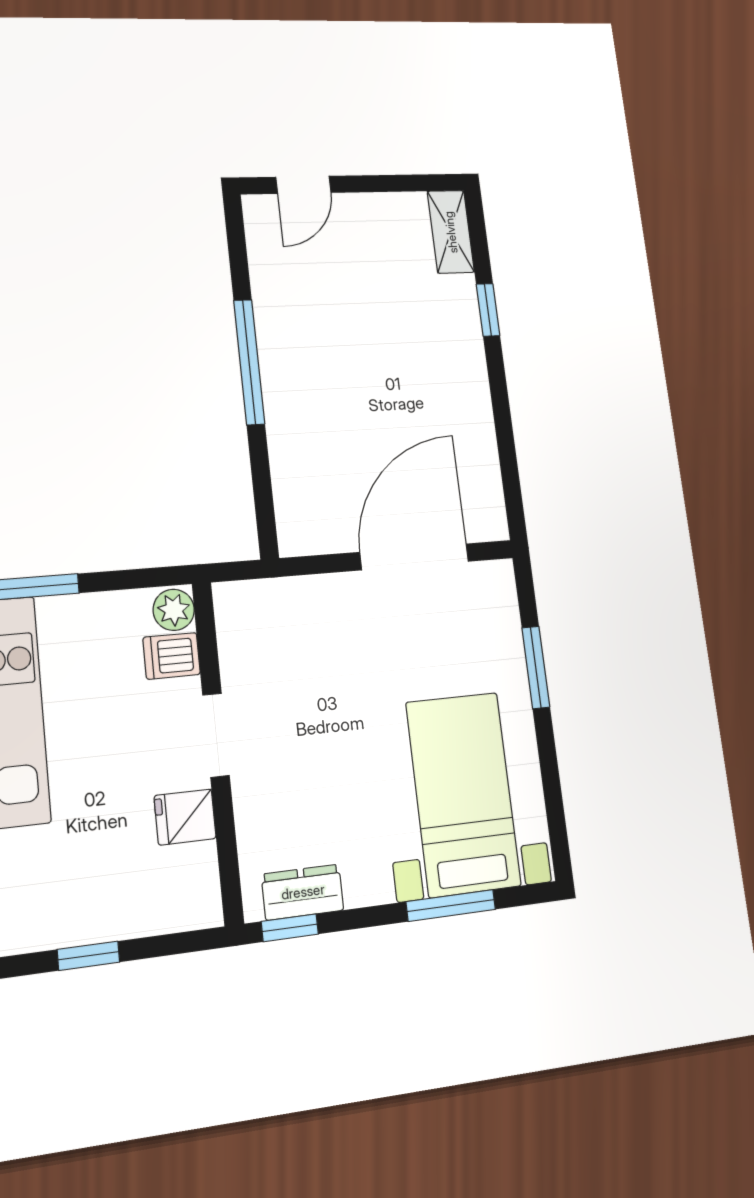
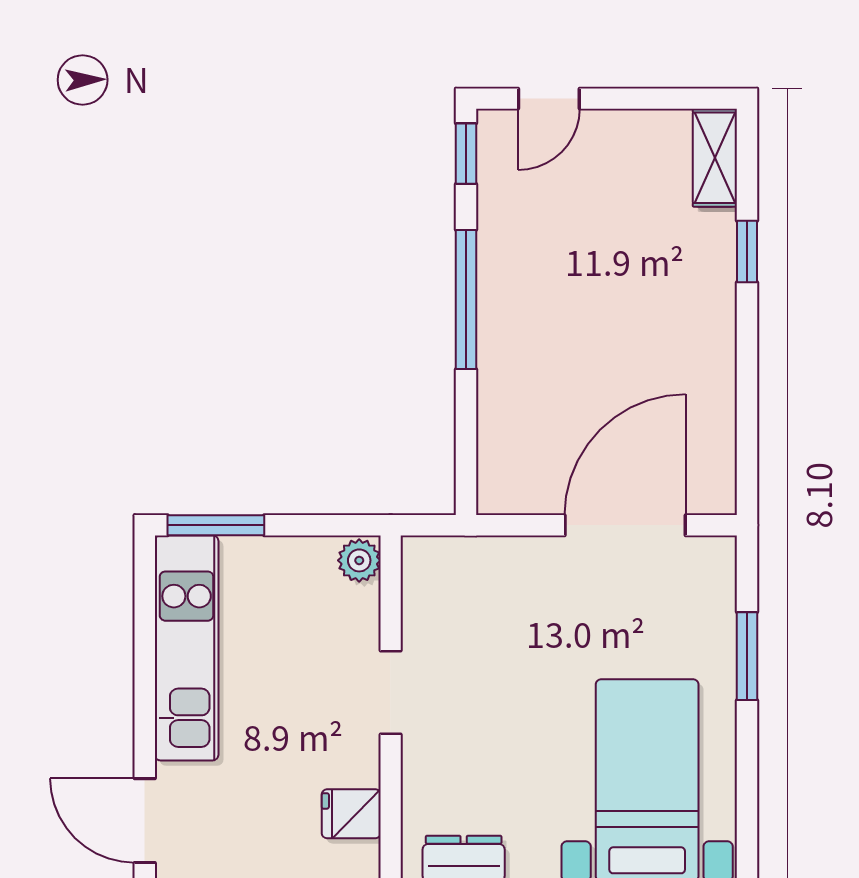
window: (236, 233) -> (466, 154), added
dishwasher: (172, 656) -> (353, 608), removed
fridge: (185, 817) -> (351, 814), moved

